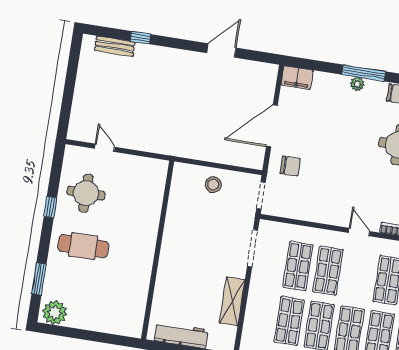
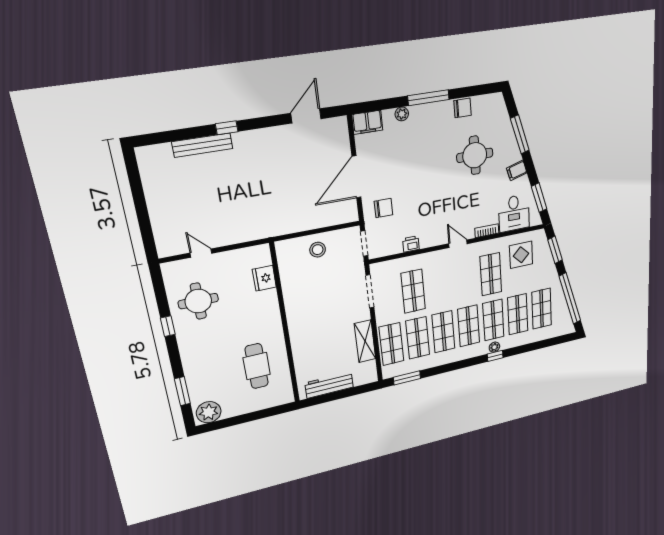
window: (140, 38) -> (227, 128), moved
bench: (115, 46) -> (202, 145), moved, width x1.36
door: (221, 50) -> (306, 116), moved
plant: (357, 84) -> (402, 114), moved
fridge: (154, 194) -> (264, 278), added
printer: (309, 214) -> (411, 244), added
cafe table: (83, 246) -> (257, 366), moved, turned 90
shop shelf: (328, 271) -> (391, 344), moved

